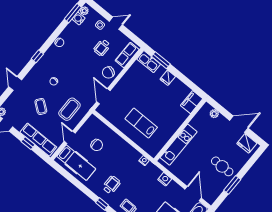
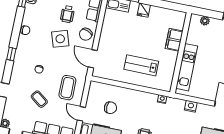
side table: (85, 65) -> (60, 39), added
filing cabinet: (192, 102) -> (174, 40), moved

